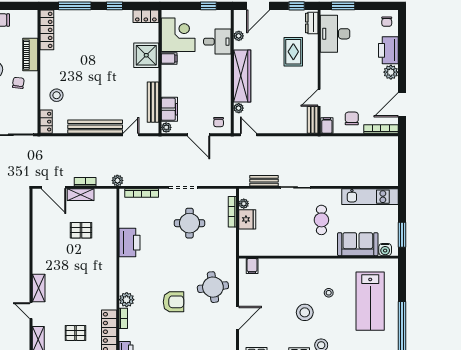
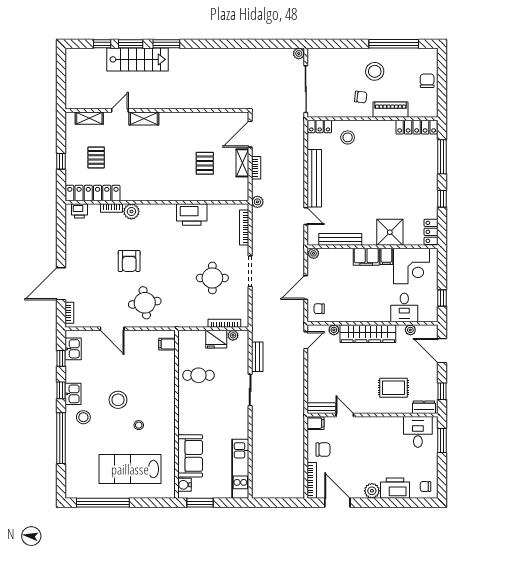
desk: (335, 34) -> (418, 432), width x0.73
filing cabinet: (169, 109) -> (366, 257), moved
cafe table: (321, 220) -> (198, 375), moved

